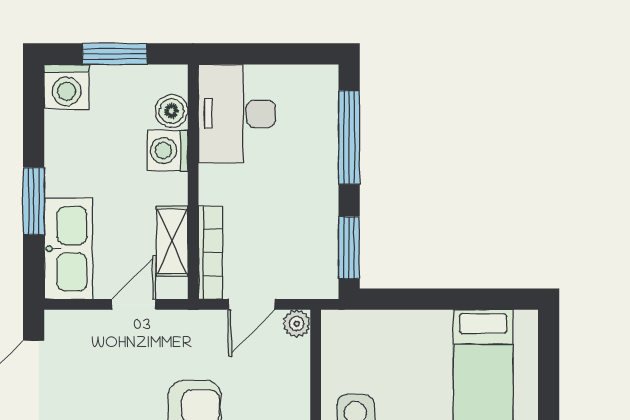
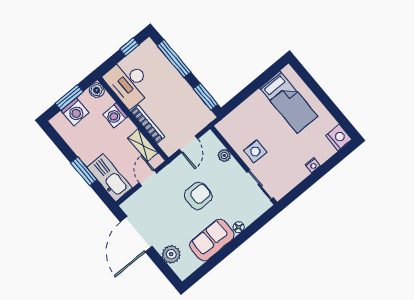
window: (290, 54) -> (129, 47), added
washing machine: (67, 87) -> (75, 112), moved
boiler: (172, 111) -> (97, 90), moved
bookcase: (210, 253) -> (148, 124), moved
plant: (297, 324) -> (224, 155), moved

